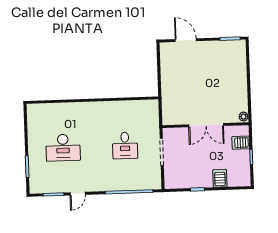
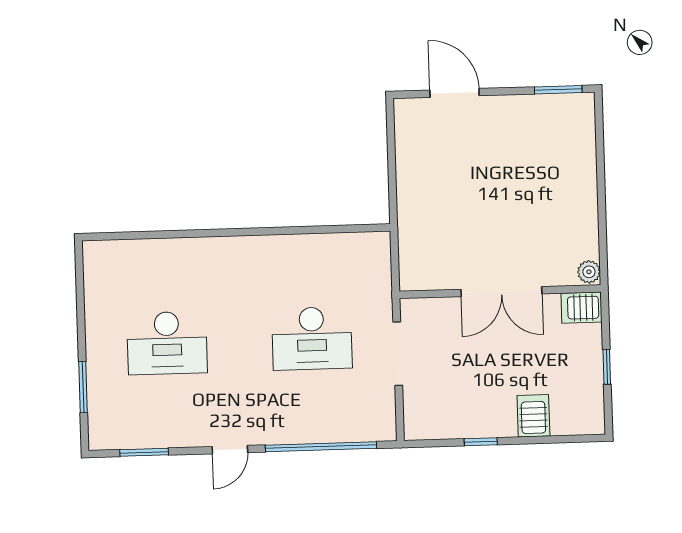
server rack: (241, 143) -> (582, 308), moved
desk: (125, 145) -> (312, 338), width x1.37
door: (78, 194) -> (230, 450), moved

